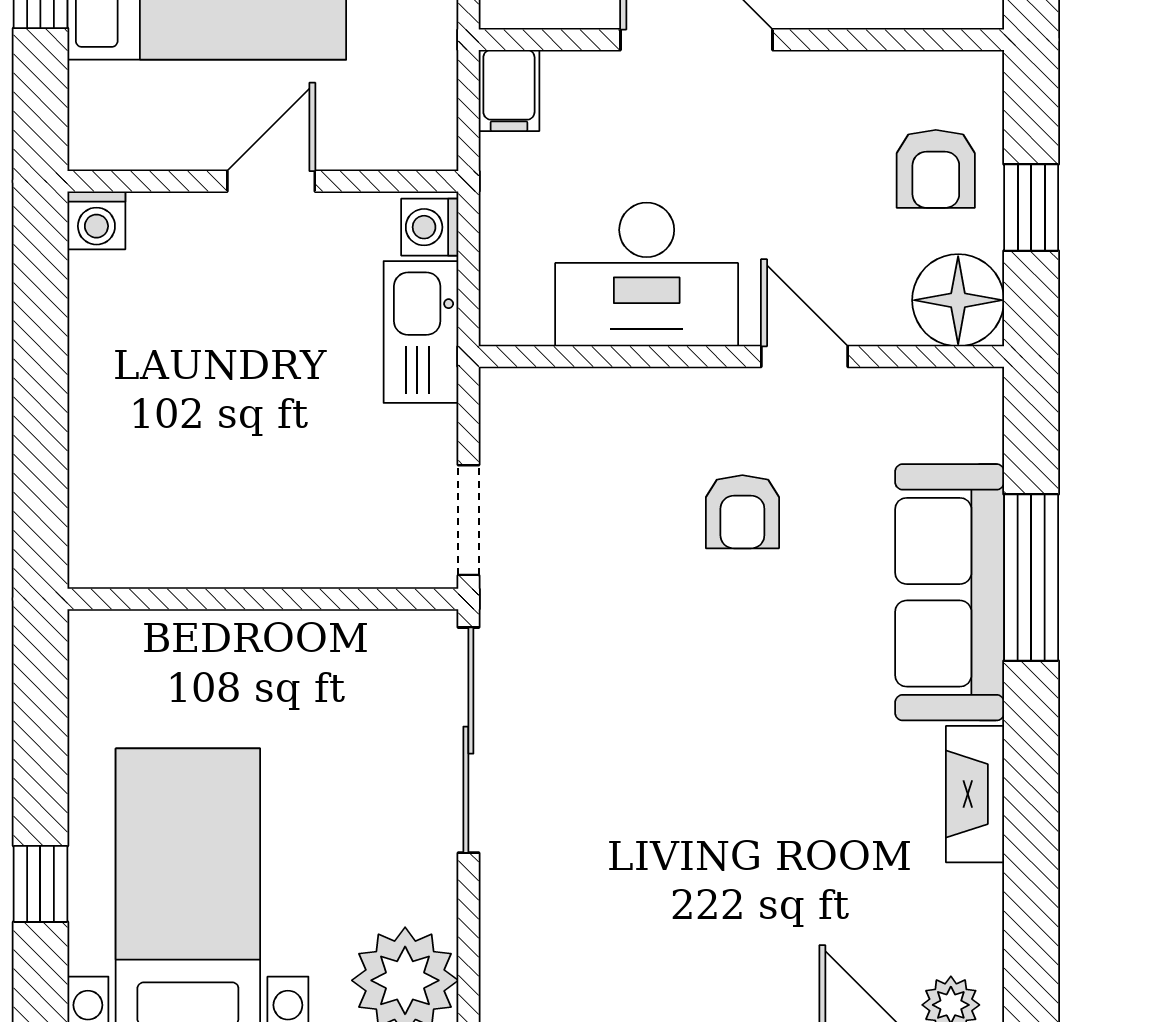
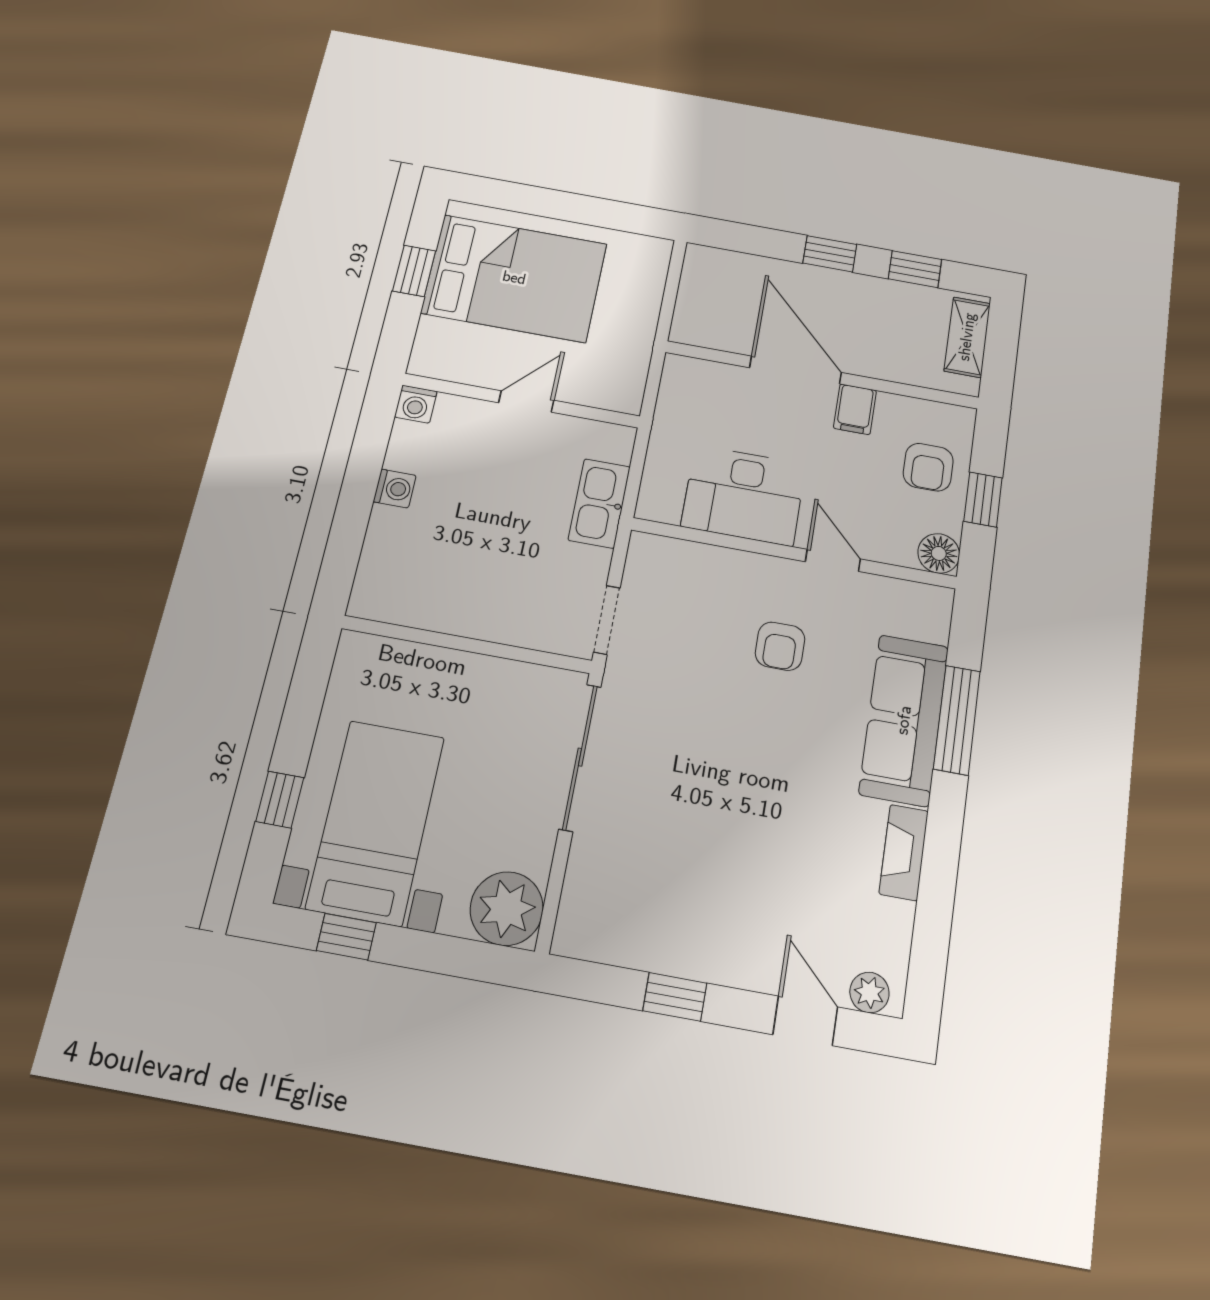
filing cabinet: (509, 90) -> (855, 409), moved
washing machine: (430, 227) -> (395, 489), moved, turned 180
floor lamp: (958, 300) -> (939, 553), width x0.73, depth x0.73

